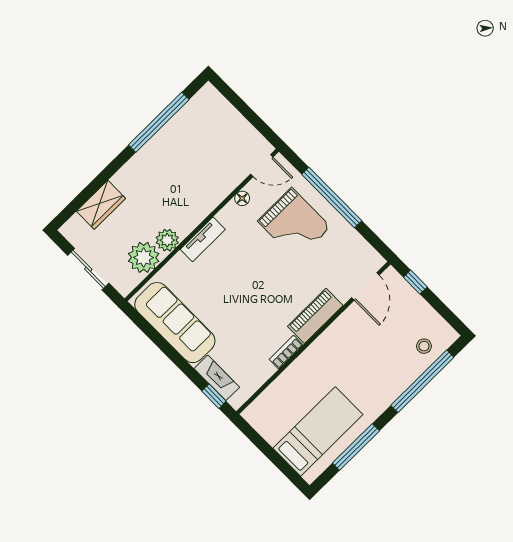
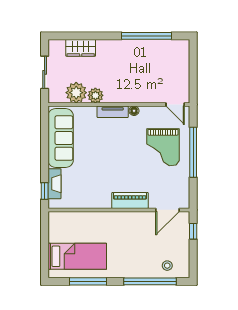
floor lamp: (242, 198) -> (134, 111), moved
bookcase: (286, 352) -> (99, 204), removed

